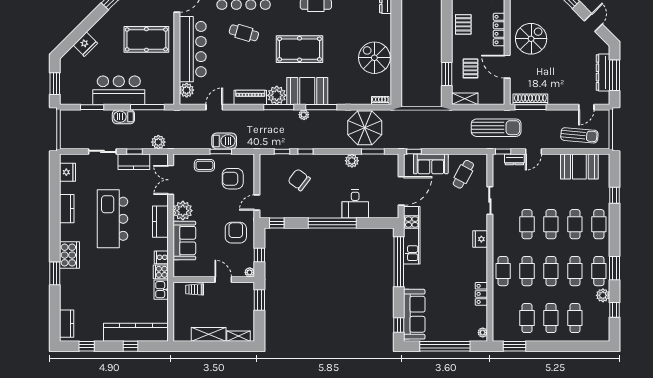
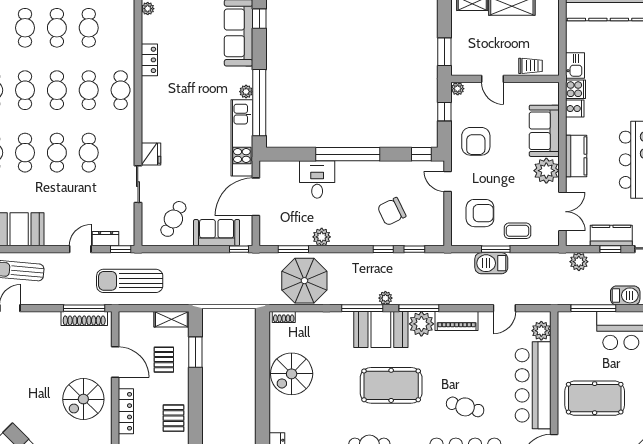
spiral stairs: (374, 58) -> (292, 374), turned 90
chair: (299, 180) -> (392, 212), turned 117
door: (257, 202) -> (448, 181), swing flipped
fridge: (480, 239) -> (151, 154), moved
plant: (409, 270) -> (246, 92), added

